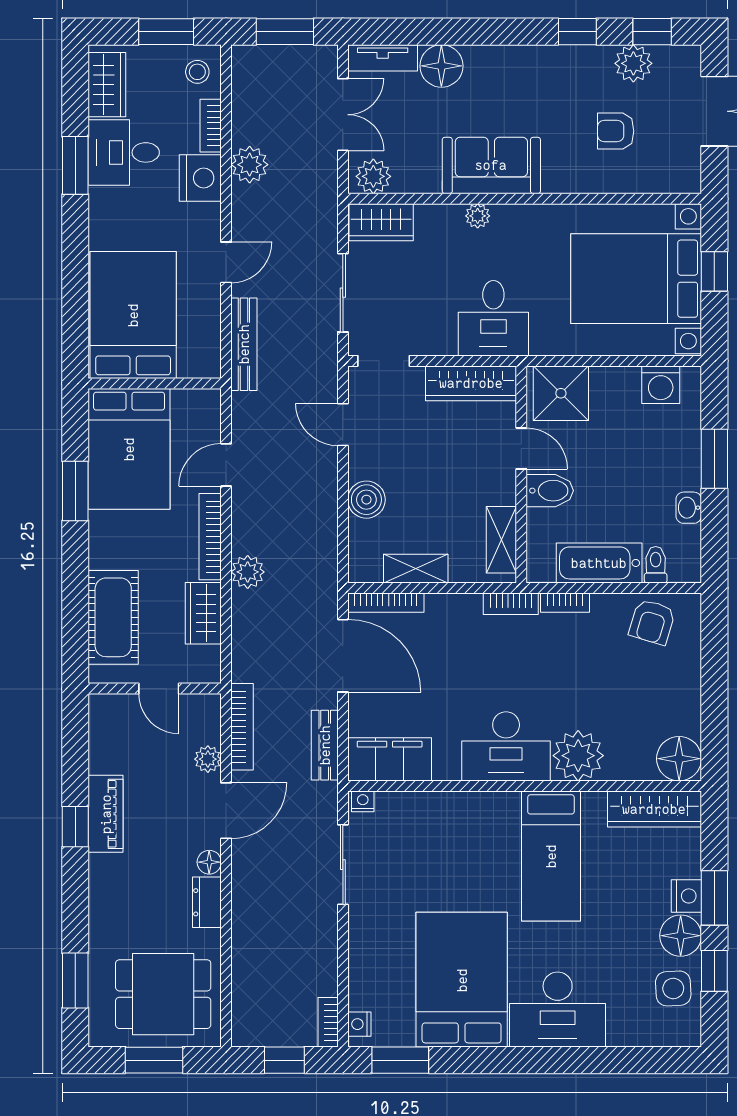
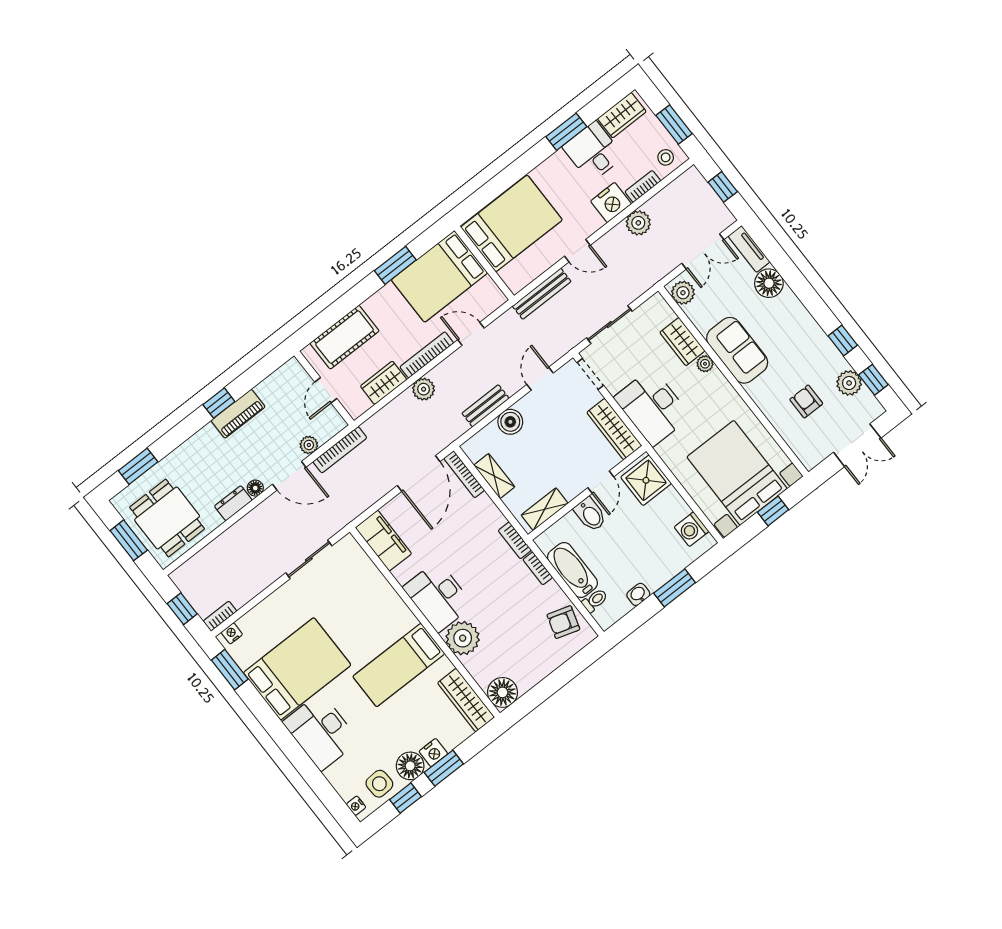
window: (285, 32) -> (723, 187), width x0.67
wardrobe: (381, 222) -> (682, 342), moved
desk: (493, 318) -> (652, 407), width x1.37
bench: (325, 745) -> (486, 406), moved
nightstand: (363, 801) -> (356, 806), moved, turned 180

